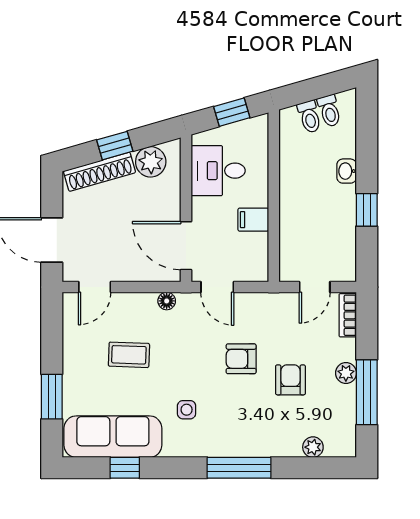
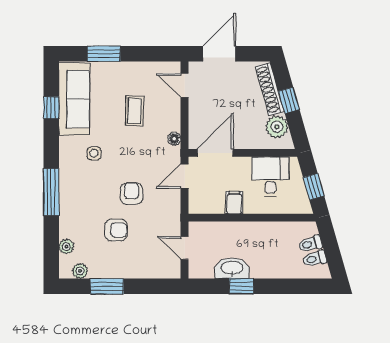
washbasin: (347, 171) -> (232, 268), moved, width x1.91, depth x1.45
bookcase: (348, 315) -> (164, 272), removed
plant: (346, 373) -> (80, 271), moved
window: (367, 392) -> (107, 286), width x0.69

